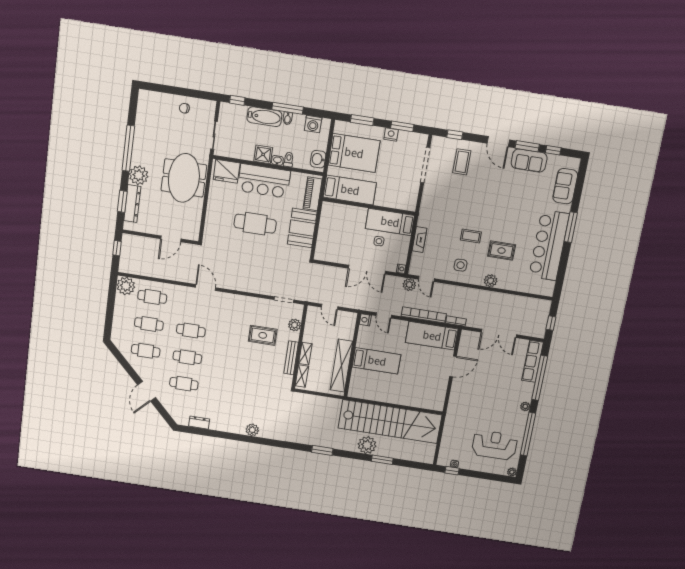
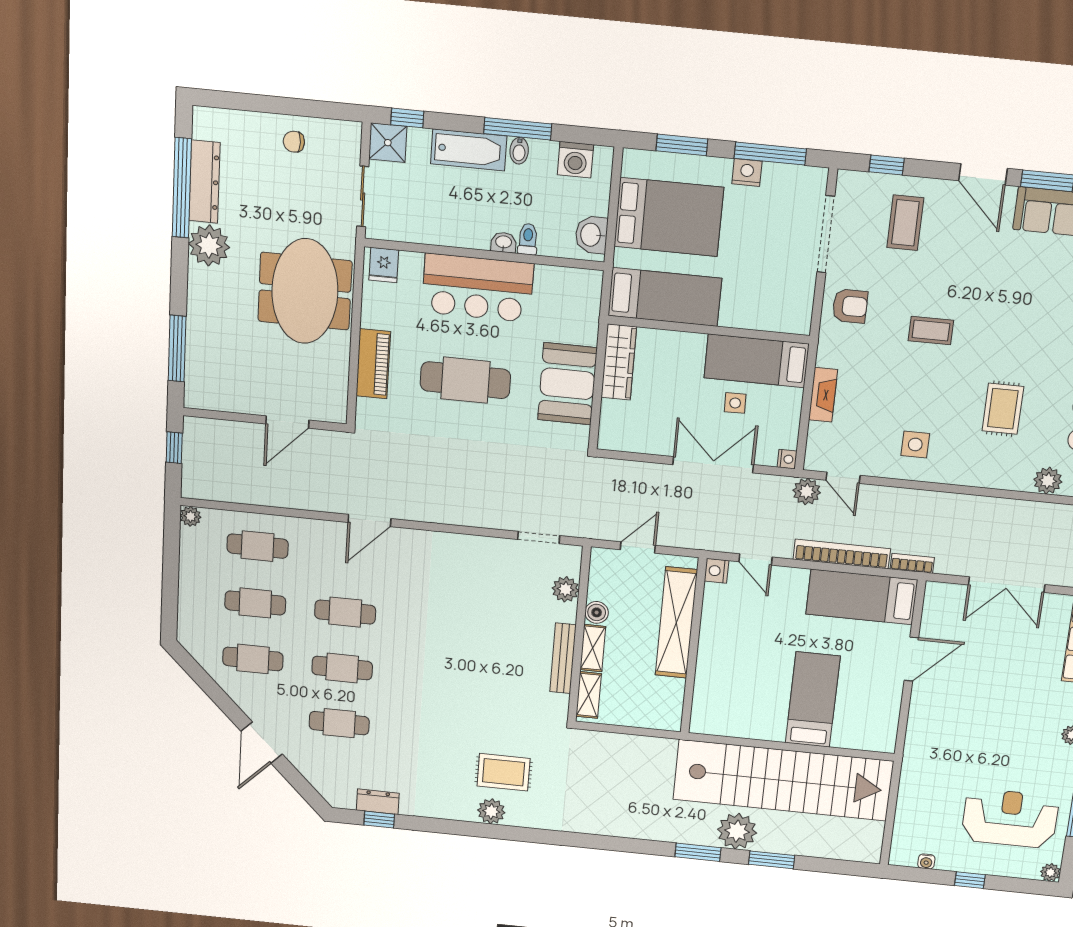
window: (402, 126) -> (770, 154), width x1.44
window: (128, 148) -> (182, 188), moved
shower: (263, 154) -> (388, 143), moved
fridge: (227, 171) -> (384, 265), width x0.53, depth x0.75
plant: (139, 175) -> (209, 245), moved
piano: (313, 194) -> (373, 364), moved, turned 180
armchair: (434, 199) -> (850, 306), added
window: (122, 201) -> (177, 348), width x1.44
dresser: (132, 203) -> (204, 182), moved
wardrobe: (327, 219) -> (619, 362), added
coffee table: (471, 236) -> (931, 331), moved
rug: (502, 251) -> (1003, 409), turned 90
double door: (367, 270) -> (713, 465), swing flipped
plant: (491, 281) -> (1048, 481), moved
plant: (126, 286) -> (190, 516), width x0.53, depth x0.53
door: (206, 287) -> (369, 520), swing flipped
door: (330, 307) -> (638, 548), swing flipped
rug: (263, 335) -> (504, 772), moved
boiler: (308, 337) -> (597, 612), added
bed: (377, 361) -> (813, 700), moved, turned -90
shelving: (341, 366) -> (676, 623), moved
window: (199, 431) -> (379, 820), added
window: (322, 450) -> (698, 852), moved
window: (452, 471) -> (970, 880), moved

